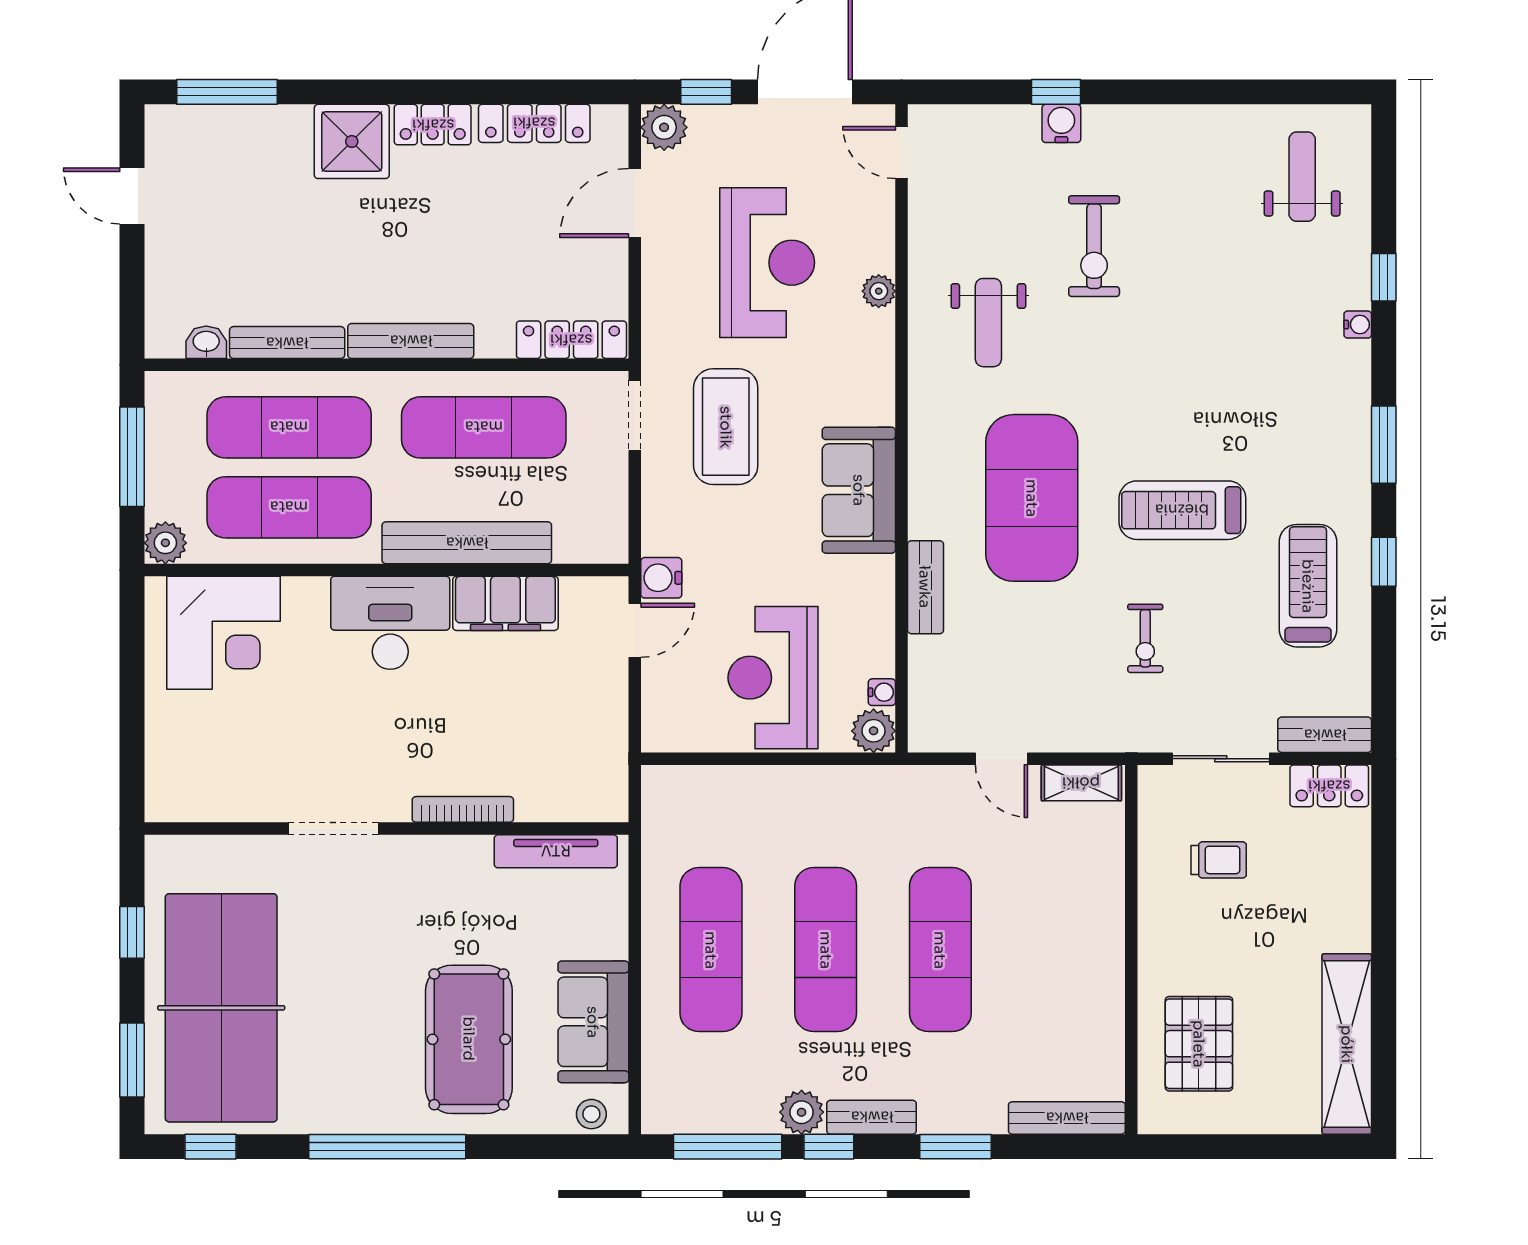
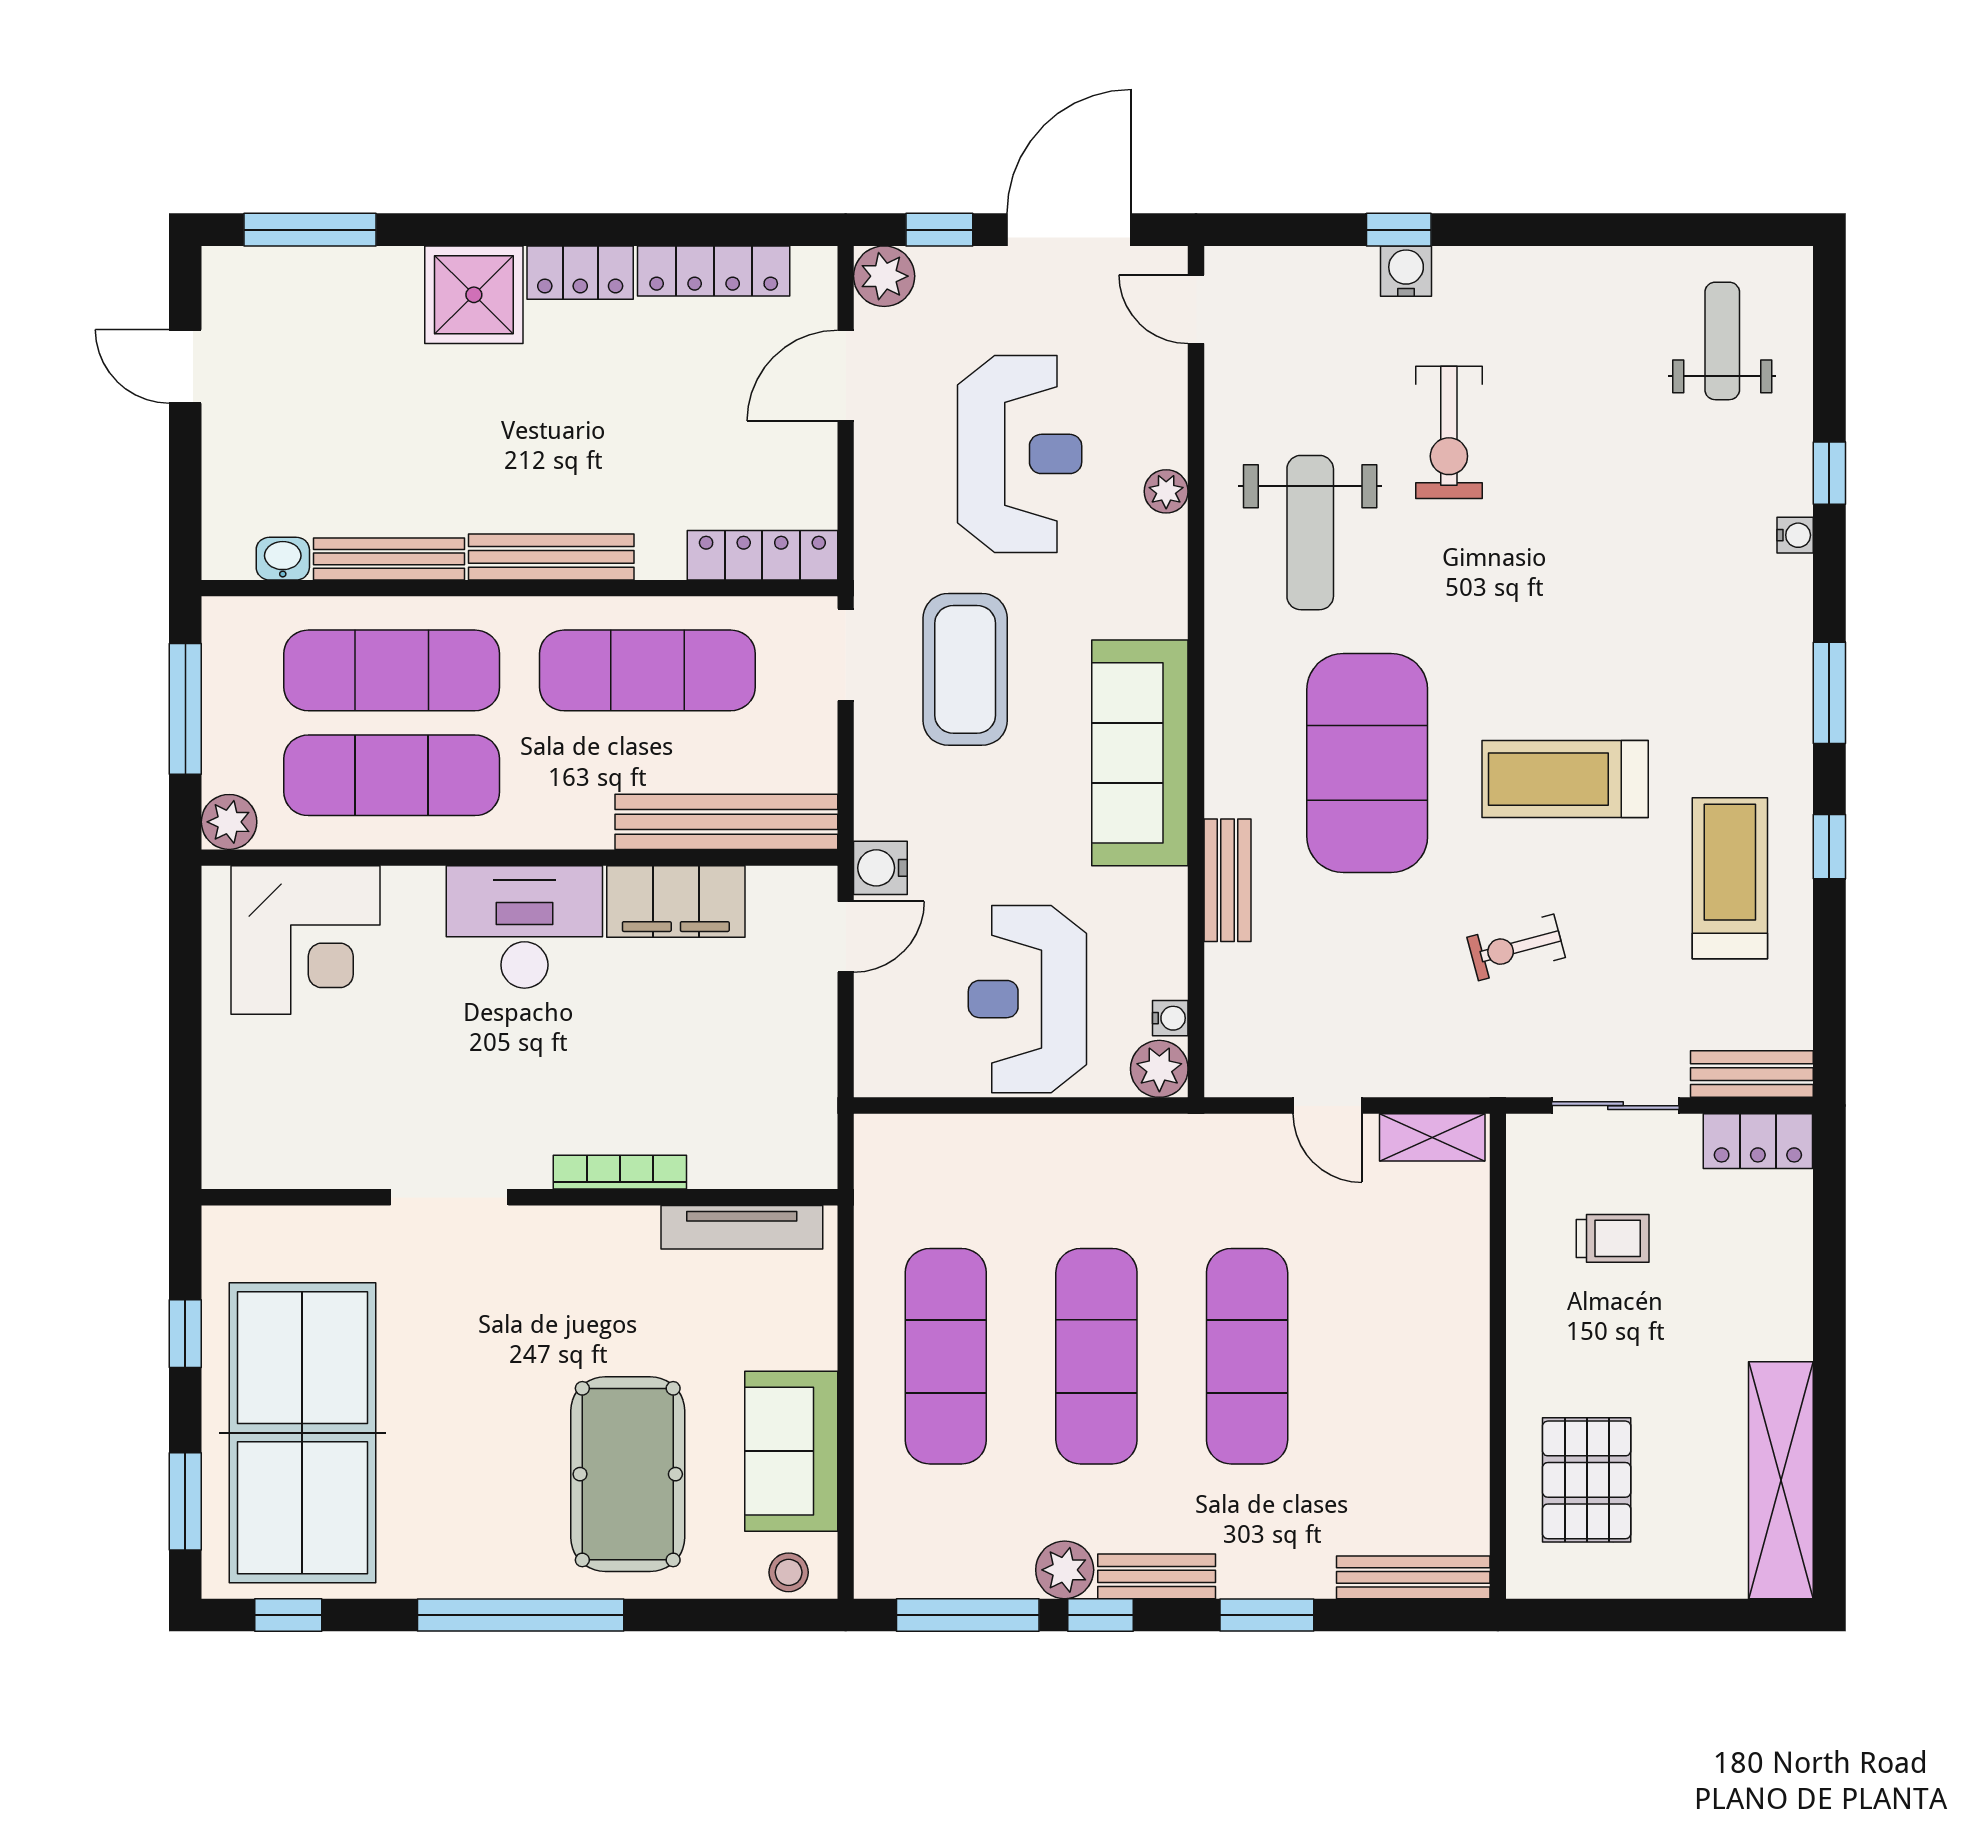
weight bench: (988, 323) -> (1310, 533), width x1.36, depth x1.33
sofa: (859, 490) -> (1140, 753), width x1.36
bench: (467, 543) -> (726, 822), moved
exercise bike: (1145, 638) -> (1516, 947), turned 75

